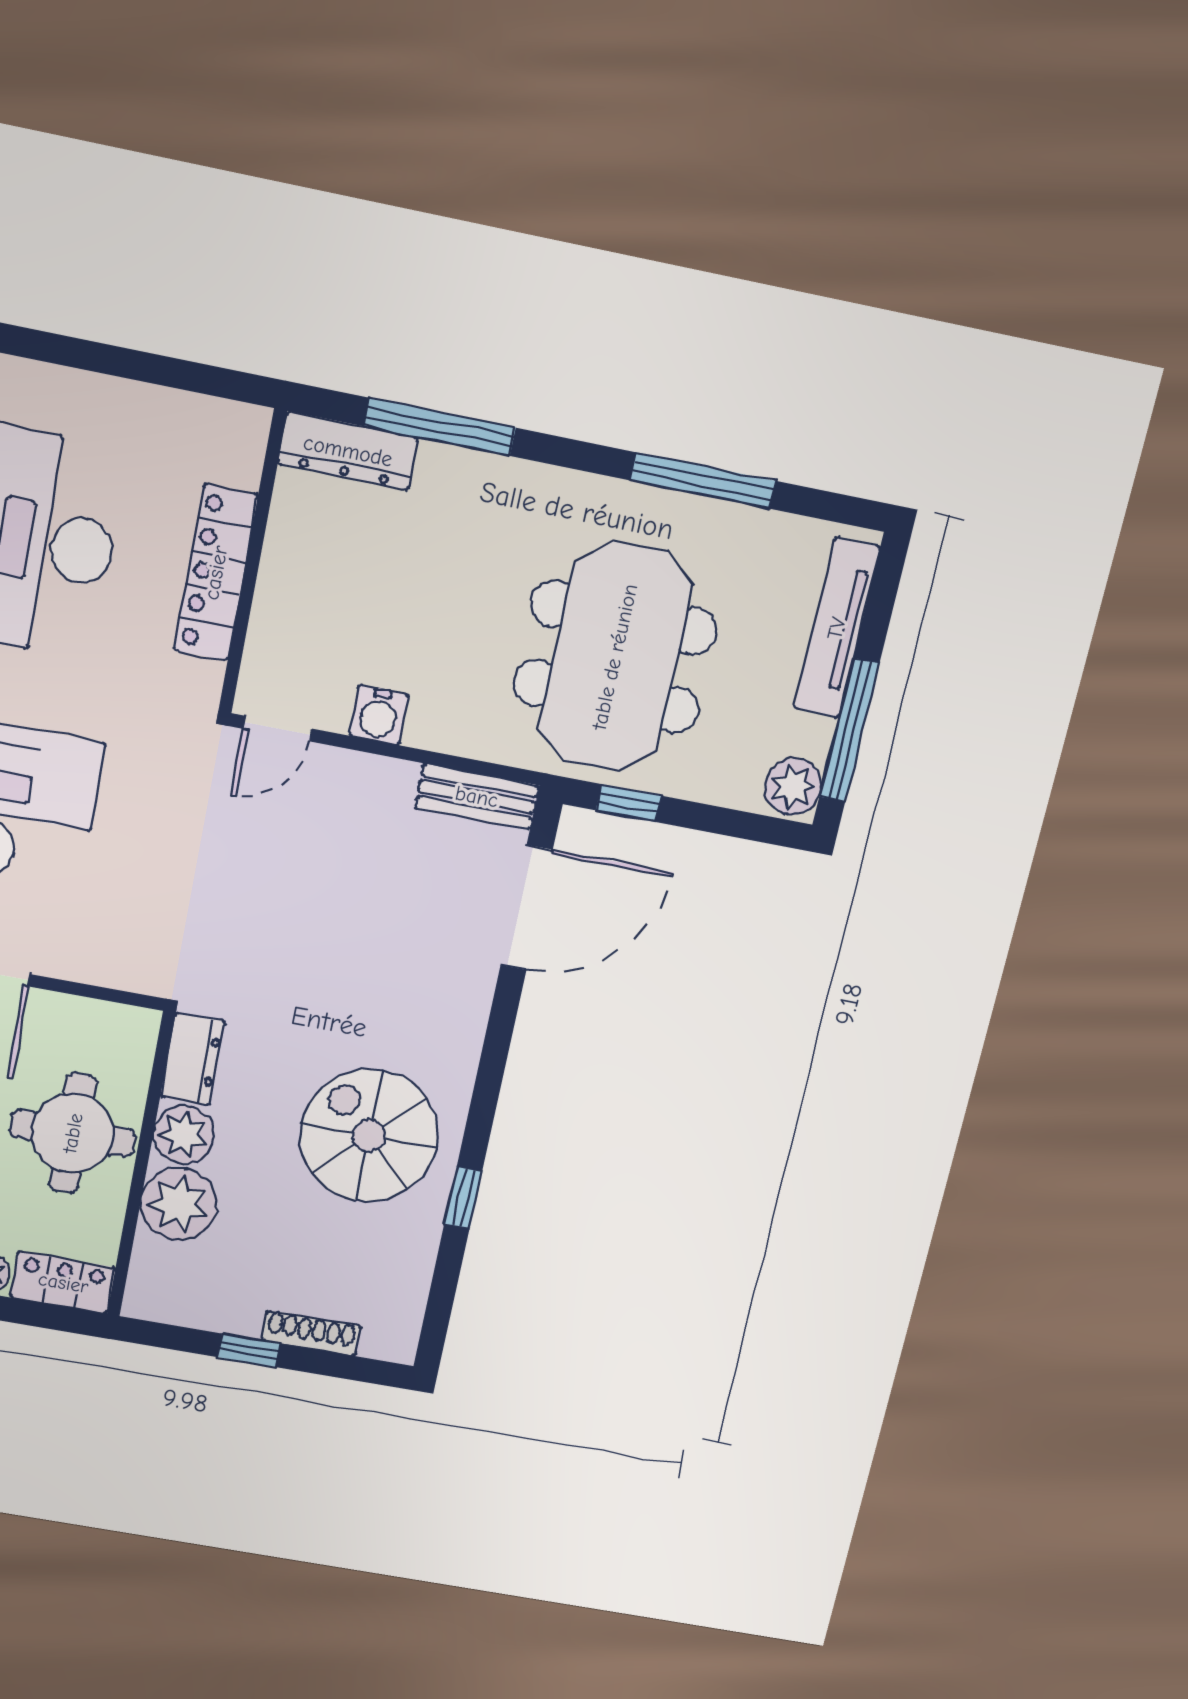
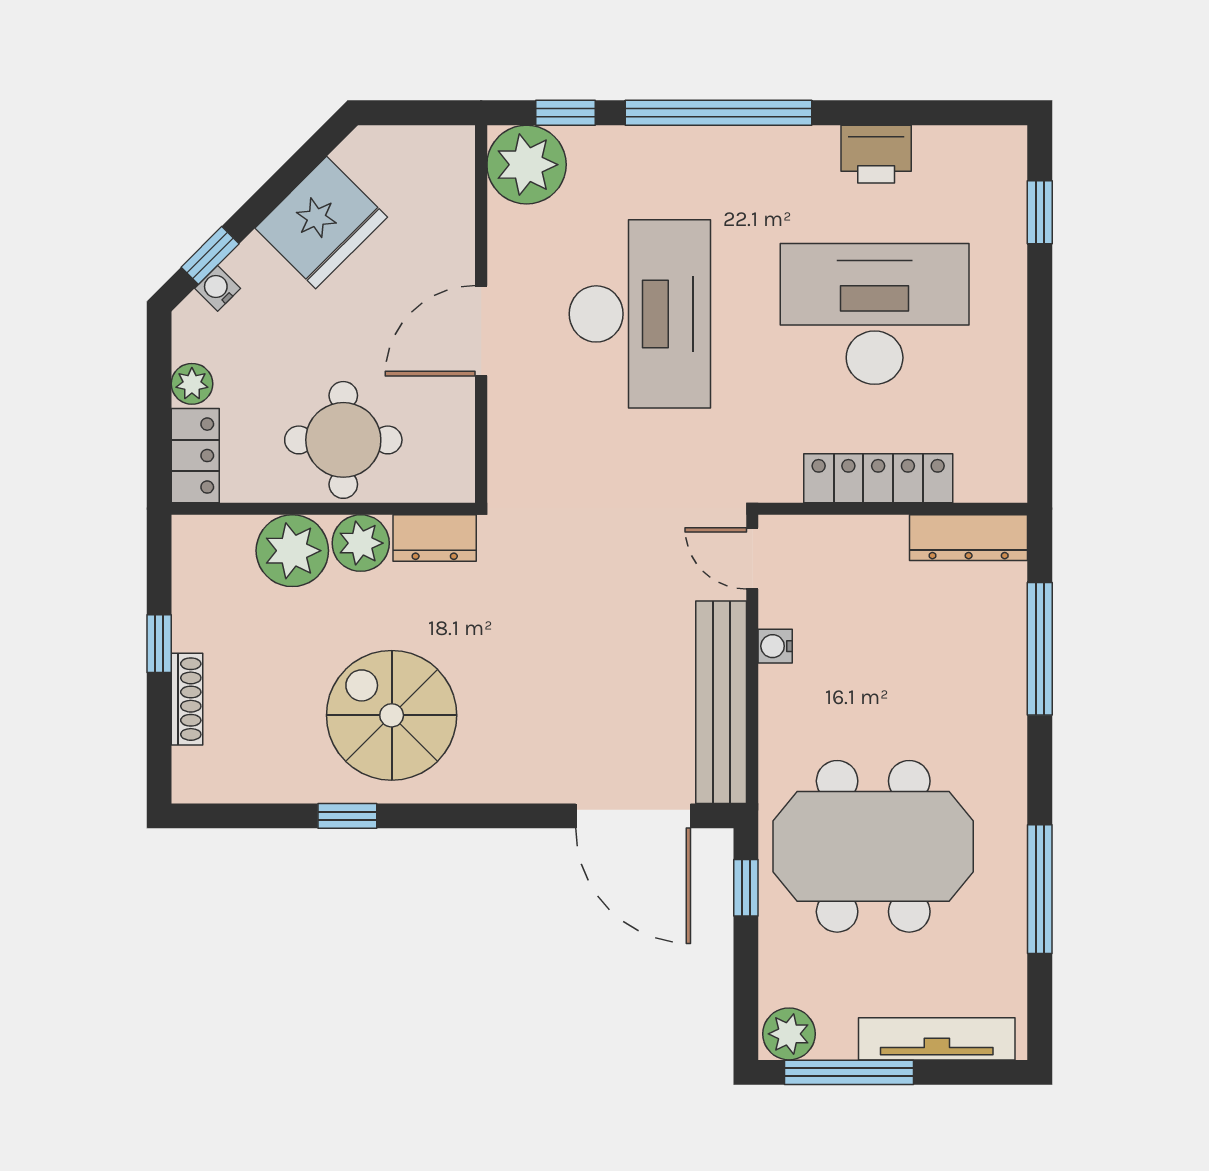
dresser: (348, 451) -> (969, 538), moved, turned -90
water cooler: (379, 715) -> (775, 646), width x0.72, depth x0.72
bench: (477, 797) -> (721, 702), width x1.86, depth x1.21
spiral stairs: (369, 1135) -> (392, 715), turned -90

